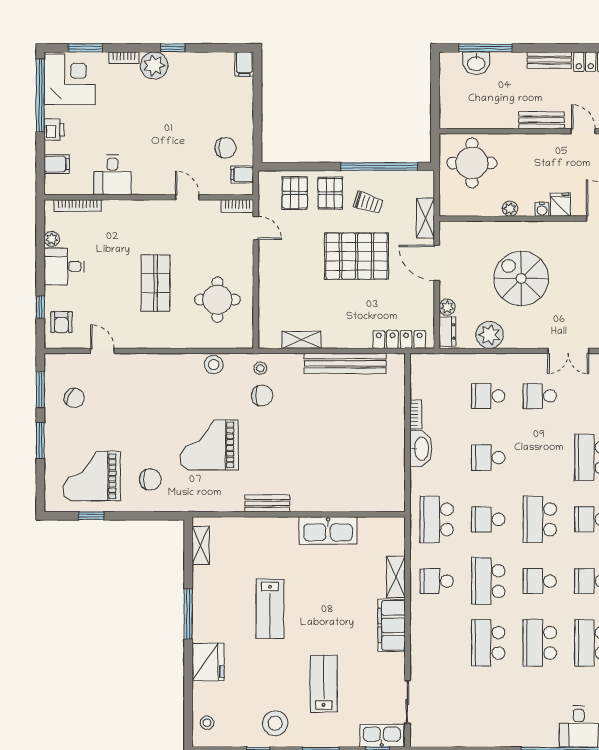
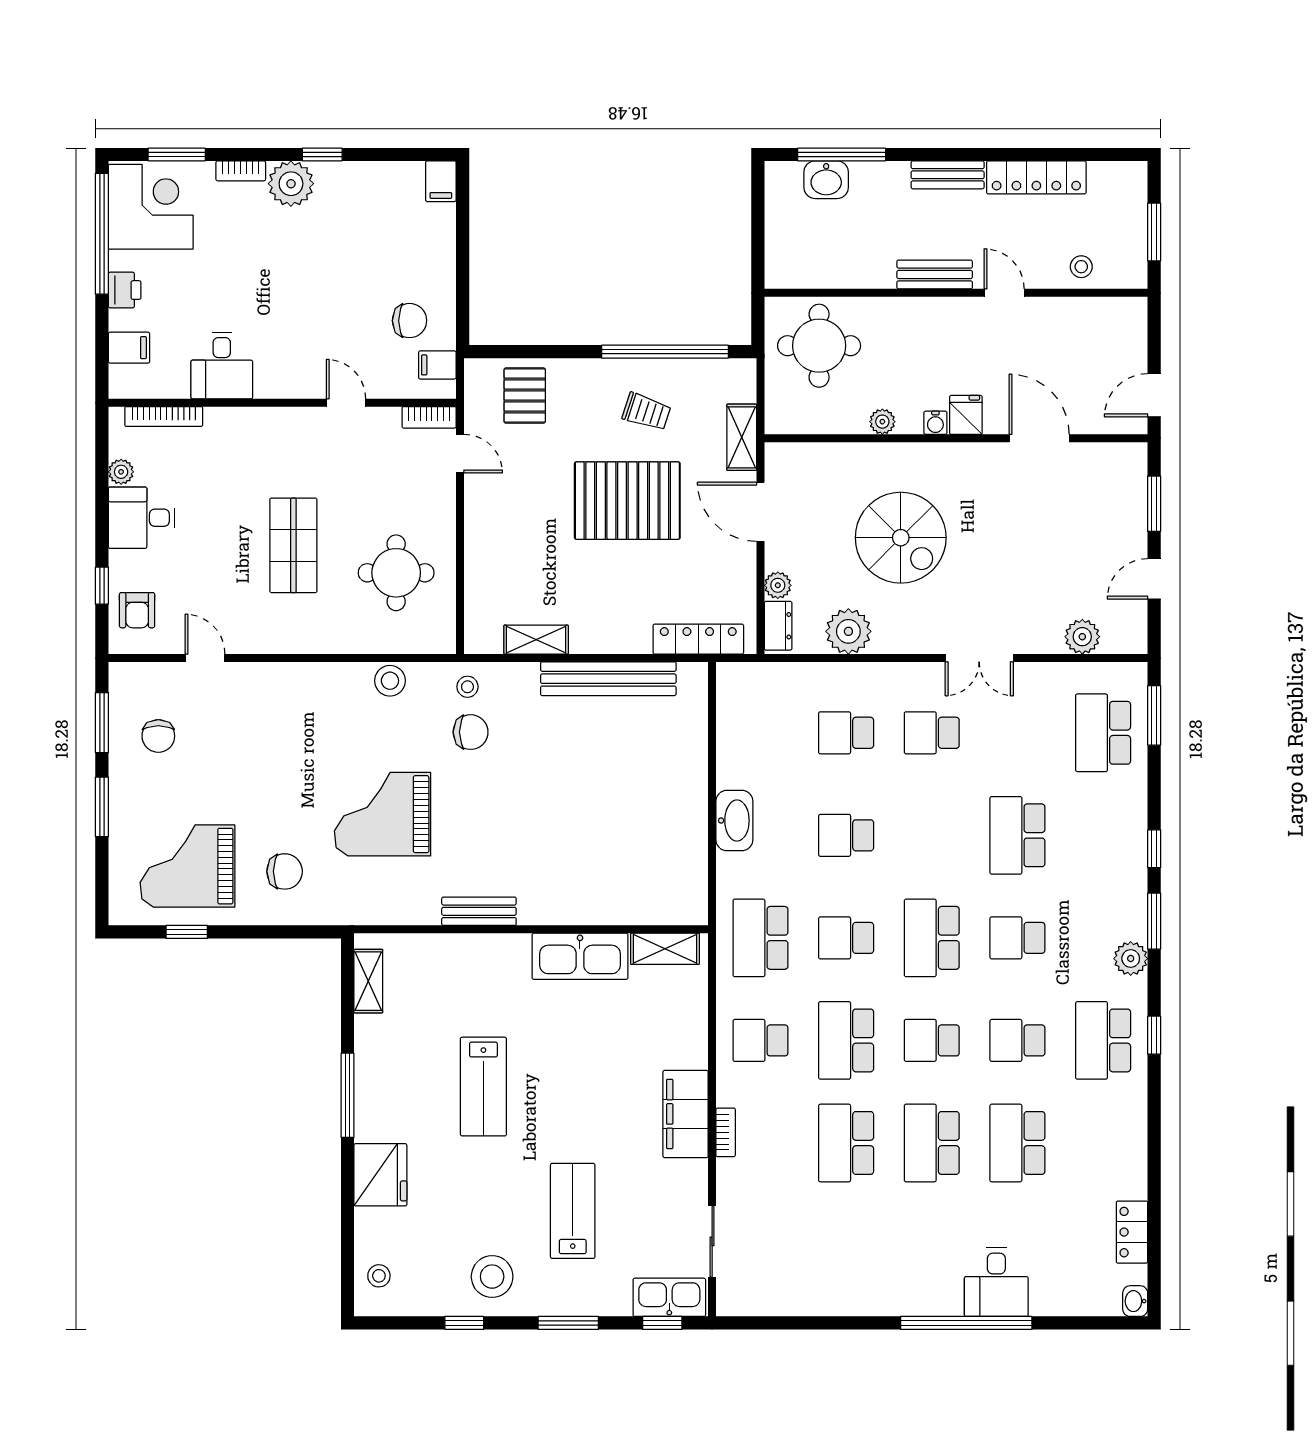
pallet: (330, 193) -> (584, 396), removed
spiral stairs: (521, 279) -> (901, 538), turned 180
chair: (74, 398) -> (158, 736), turned 62
bookcase: (416, 414) -> (726, 1132), moved
shelving: (396, 577) -> (665, 949), moved, turned 90

